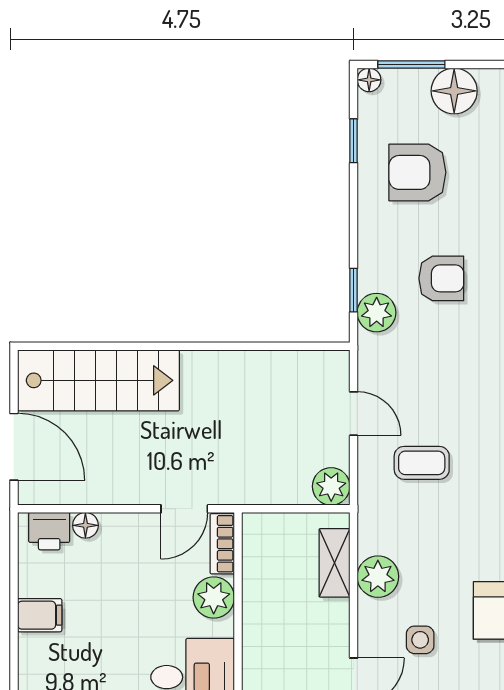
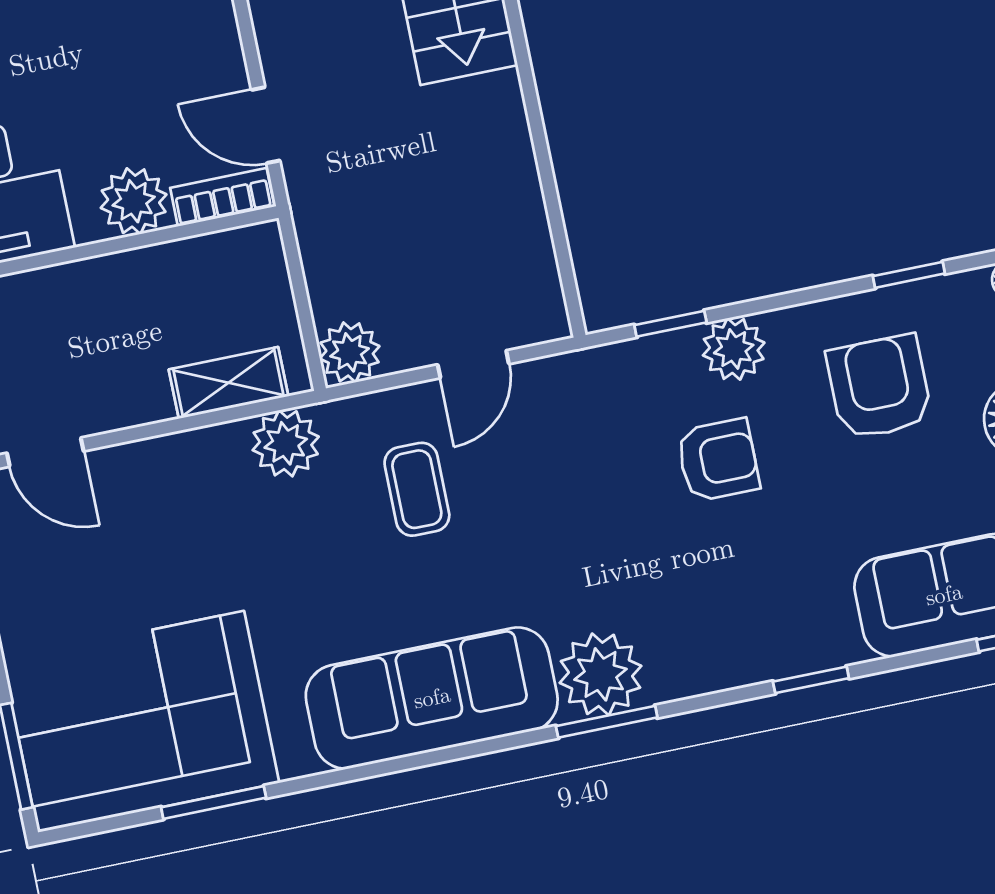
armchair: (441, 278) -> (718, 460), turned -90
plant: (377, 313) -> (734, 349), moved
plant: (378, 577) -> (286, 443), moved
side table: (420, 640) -> (134, 545), removed

